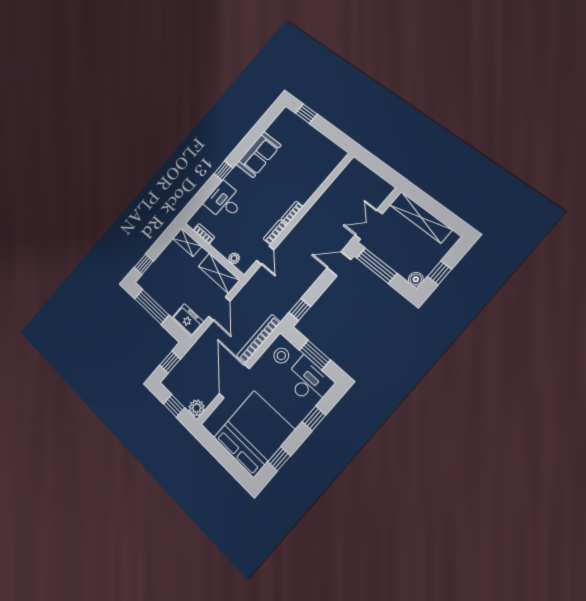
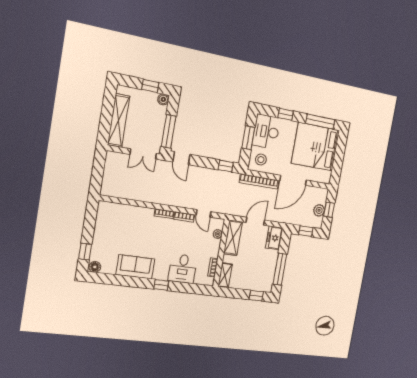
floor lamp: (285, 115) -> (95, 267), added
door: (265, 255) -> (203, 213), swing flipped
plant: (197, 408) -> (319, 210), moved
window: (279, 459) -> (320, 122), width x2.17

